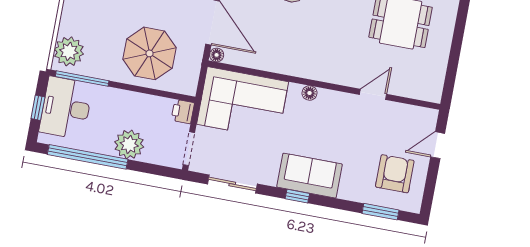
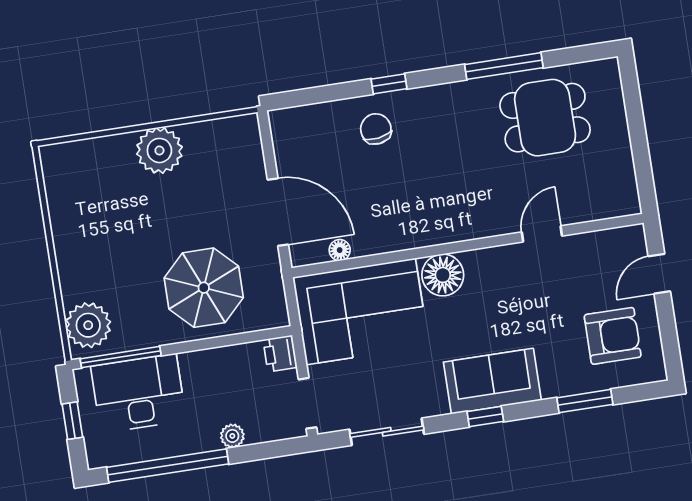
floor lamp: (217, 55) -> (340, 250), moved
floor lamp: (309, 93) -> (443, 275), width x1.89, depth x1.89
desk: (66, 108) -> (138, 393), moved, turned 90
plant: (129, 144) -> (232, 436), width x0.53, depth x0.53
armchair: (395, 174) -> (613, 336), turned 90
window: (381, 212) -> (585, 401), moved

